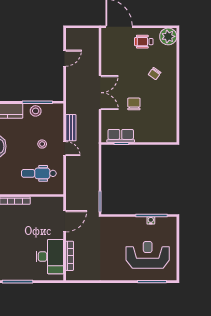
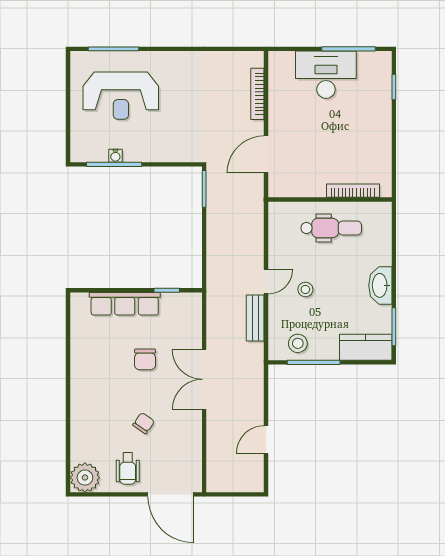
wheelchair: (144, 42) -> (128, 468), turned 90
chair: (155, 74) -> (144, 423), moved
stool: (36, 111) -> (298, 343), moved
row of seats: (121, 136) -> (125, 304), moved, width x1.48
door: (65, 149) -> (266, 281), swing flipped
dental chair: (39, 173) -> (331, 228), moved
desk: (50, 257) -> (326, 75), moved, turned 90

